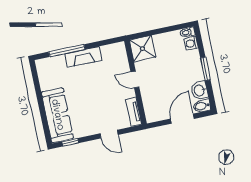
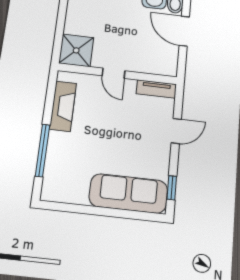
fireplace: (83, 57) -> (63, 106), moved
door: (135, 79) -> (114, 73), hinge flipped

